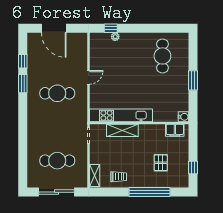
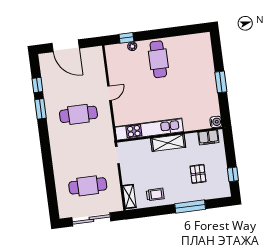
cafe table: (162, 56) -> (158, 59), moved
shelving: (122, 130) -> (168, 143), moved
window: (150, 192) -> (190, 206), width x0.68

